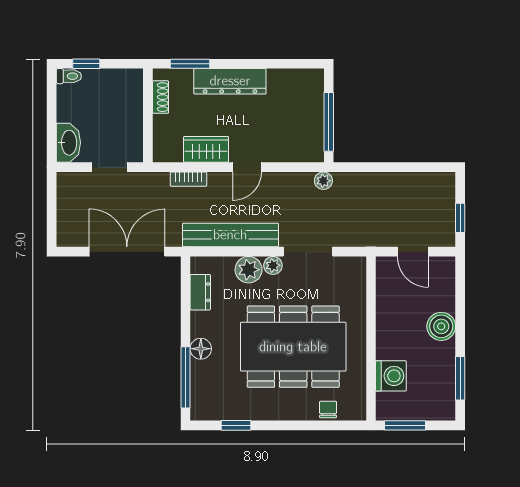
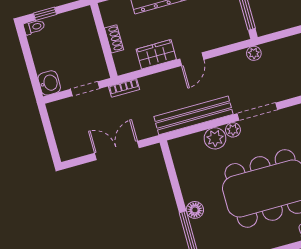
shoe rack: (161, 97) -> (114, 39), moved
washbasin: (68, 143) -> (49, 83), width x0.72
bookcase: (188, 179) -> (124, 88), moved
double door: (127, 252) -> (117, 151), width x0.73
dresser: (200, 292) -> (182, 166), removed

